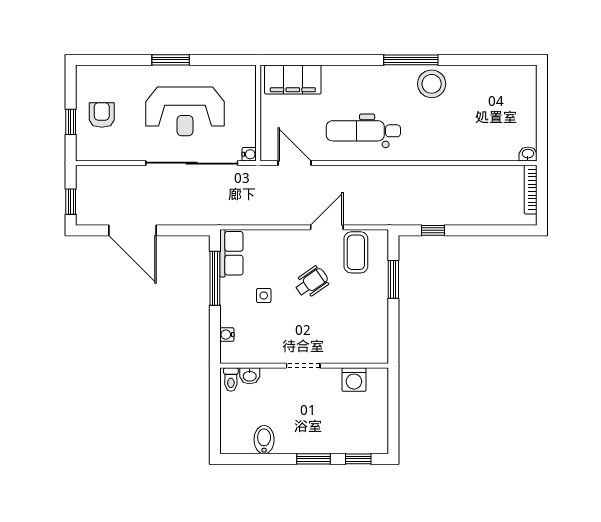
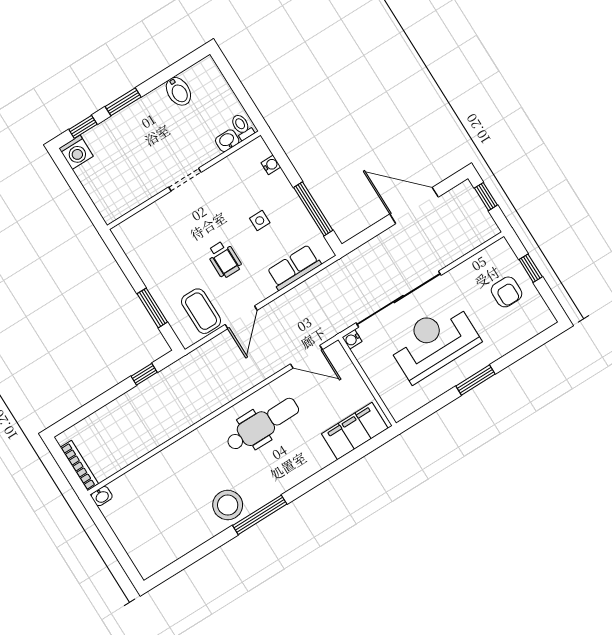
row of seats: (231, 253) -> (294, 268), moved, turned 90
wheelchair: (311, 282) -> (224, 259), turned -55
washing machine: (354, 380) -> (76, 152), moved, turned 180

